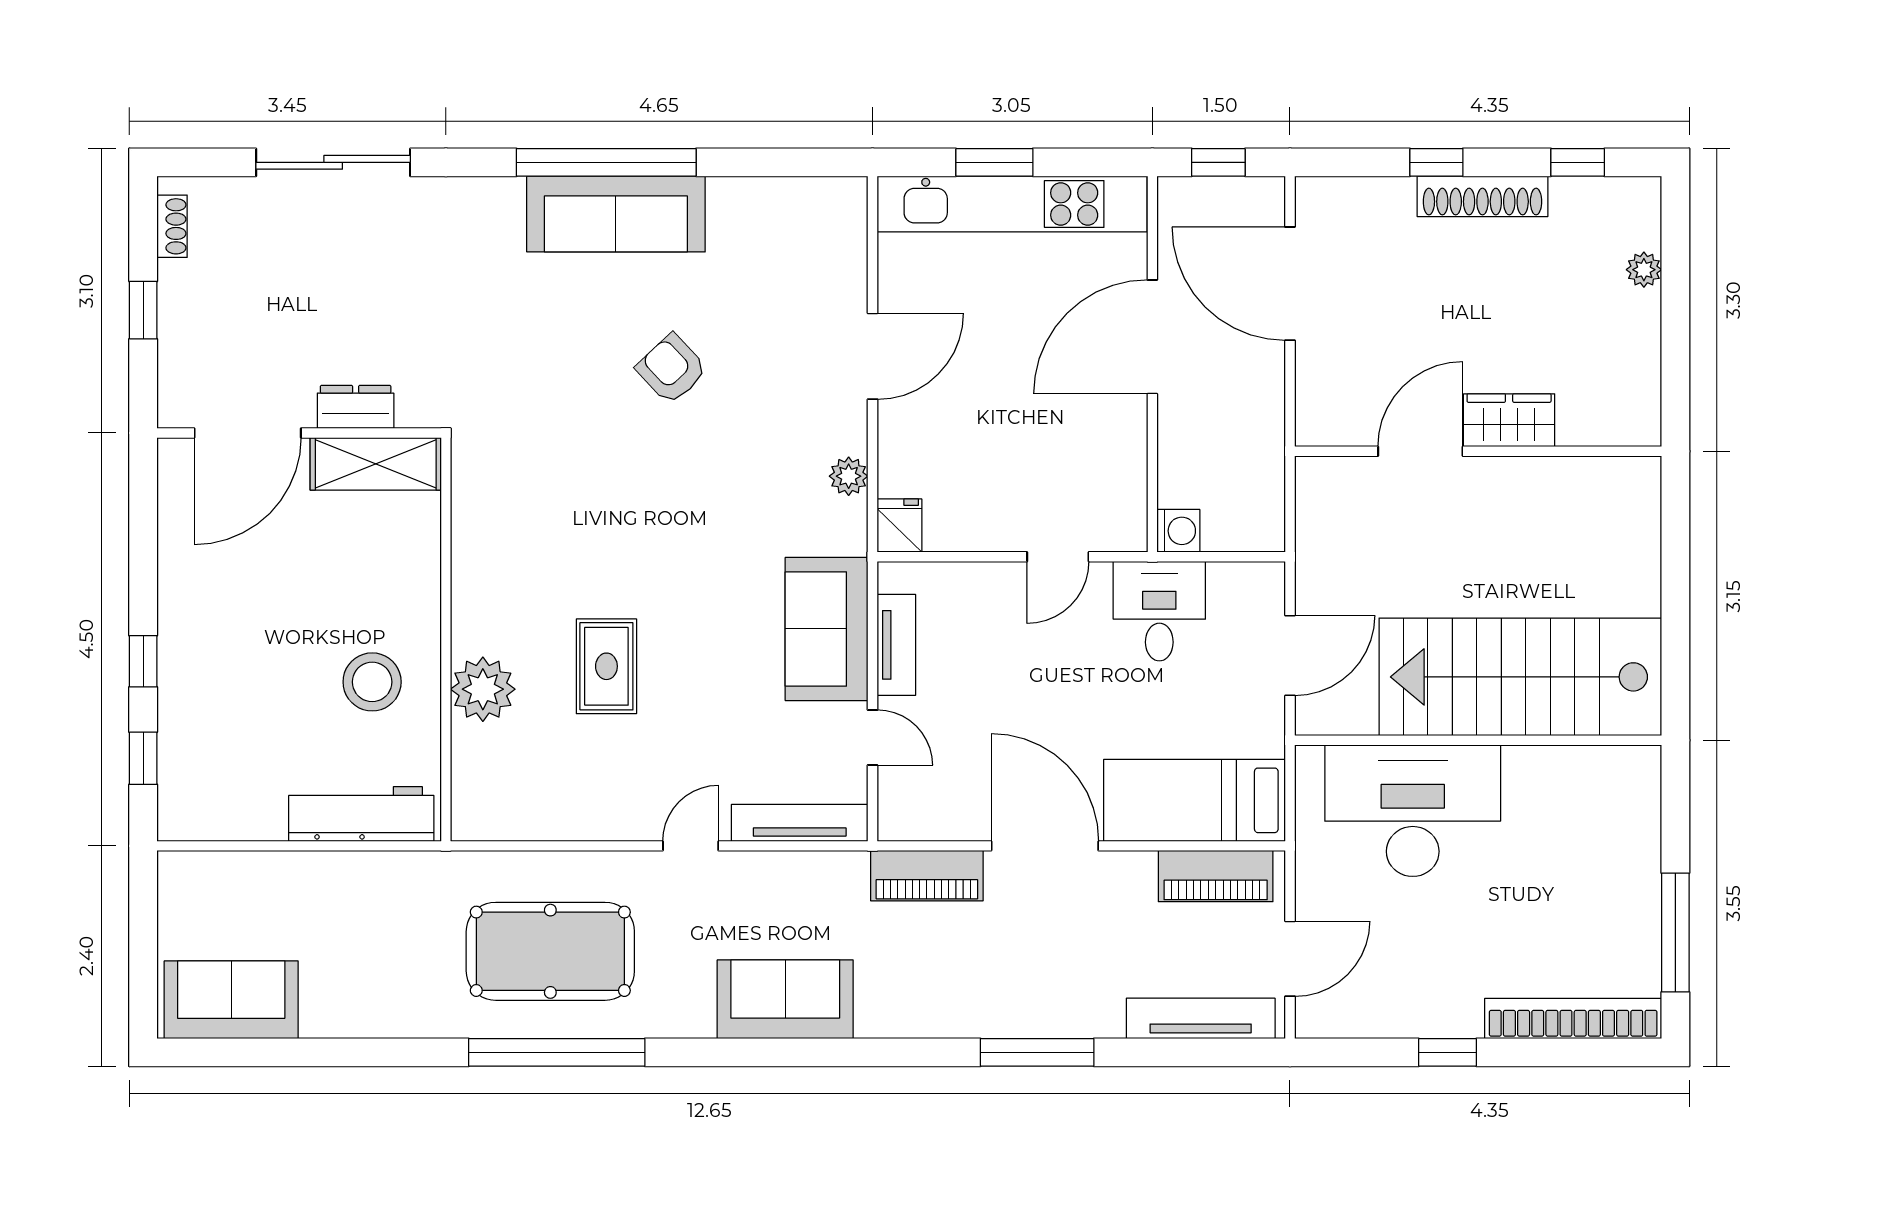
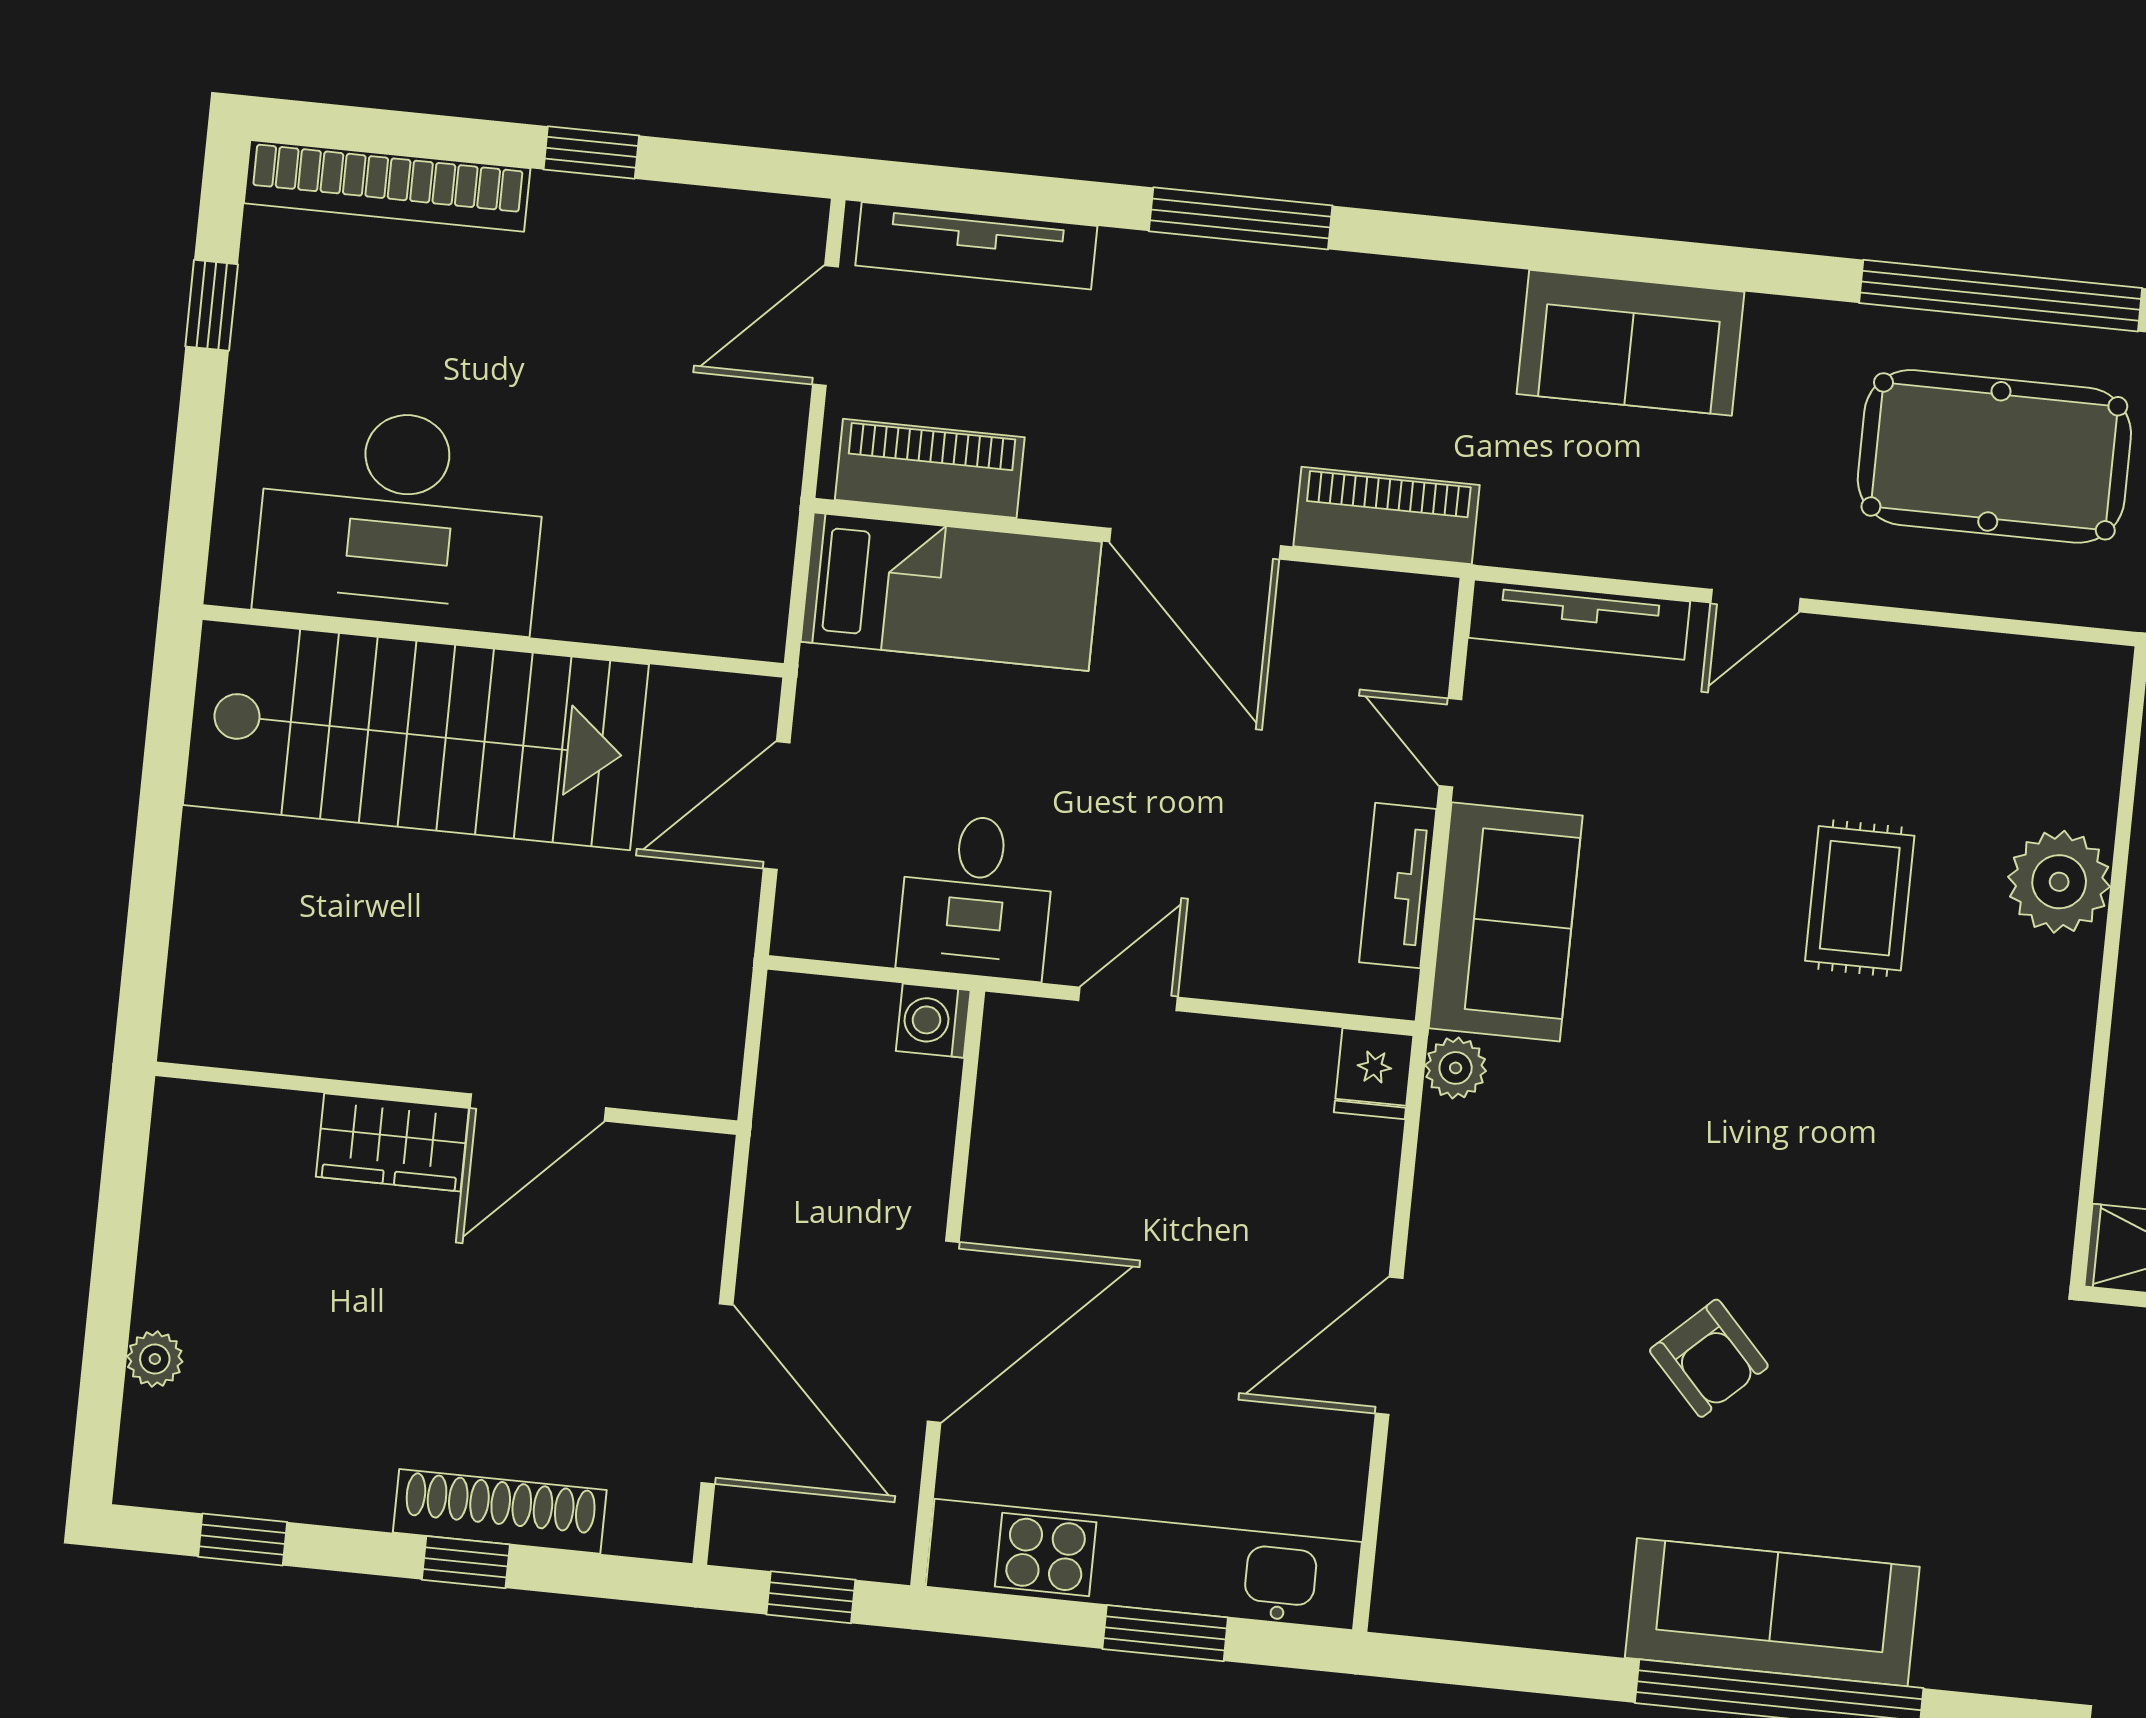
shoe rack: (1482, 196) -> (500, 1511), moved
plant: (849, 476) -> (1456, 1068), moved
desk: (1413, 811) -> (401, 519), moved
window: (1675, 932) -> (212, 305), width x0.46

